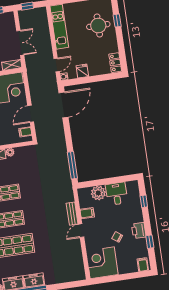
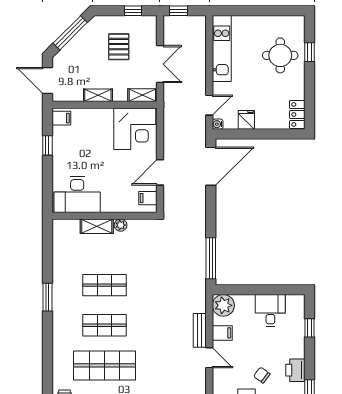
plant: (98, 193) -> (223, 305), moved
door: (81, 231) -> (209, 358), swing flipped

